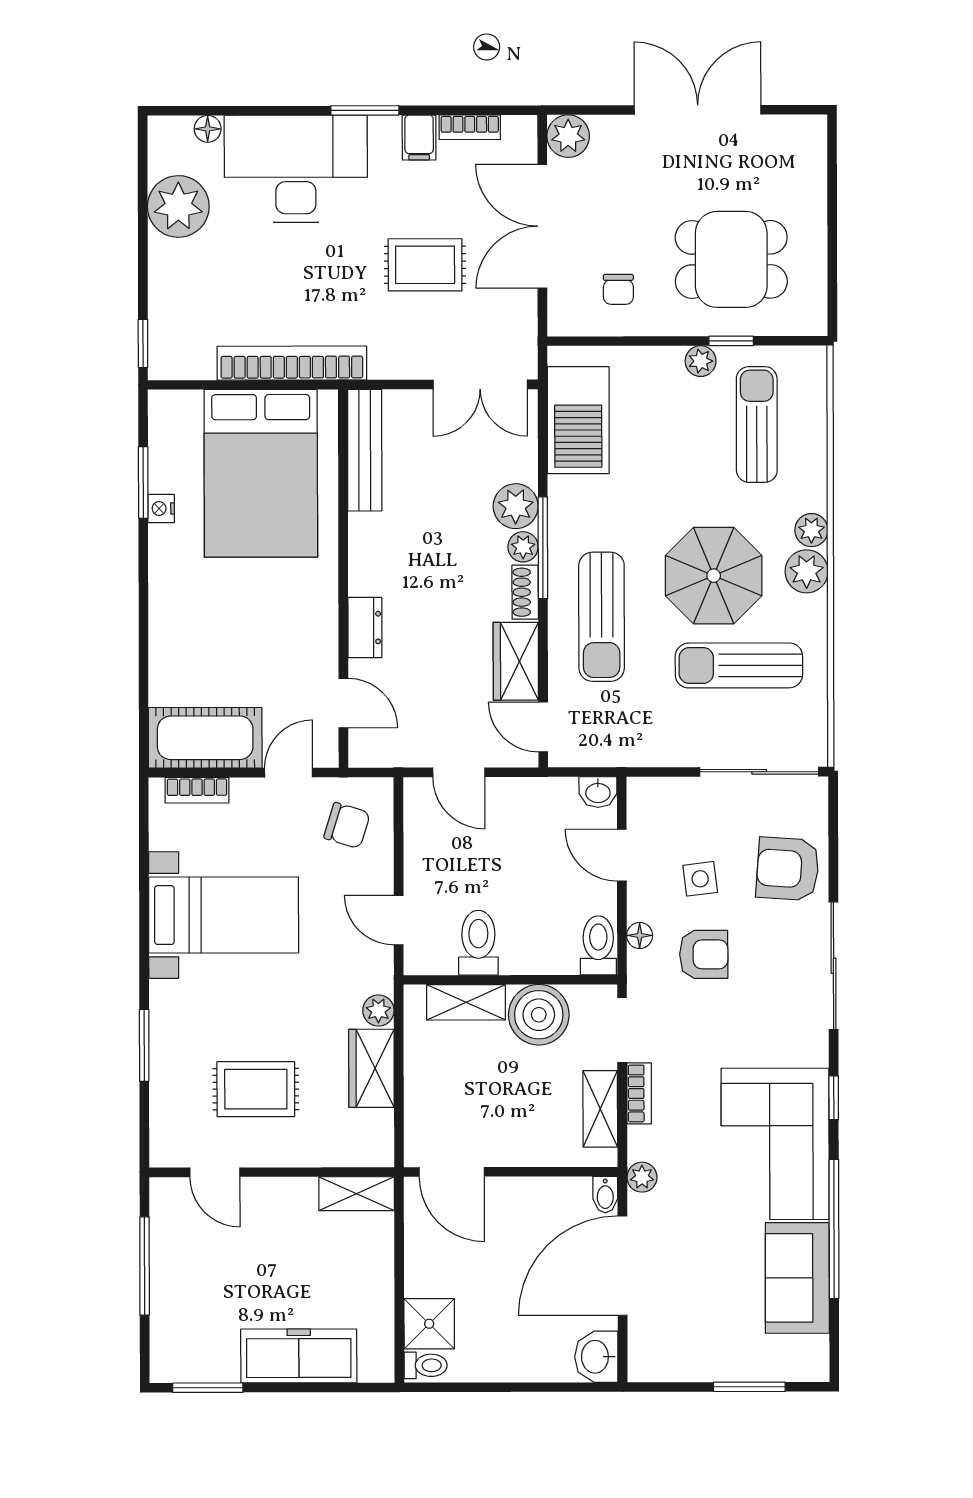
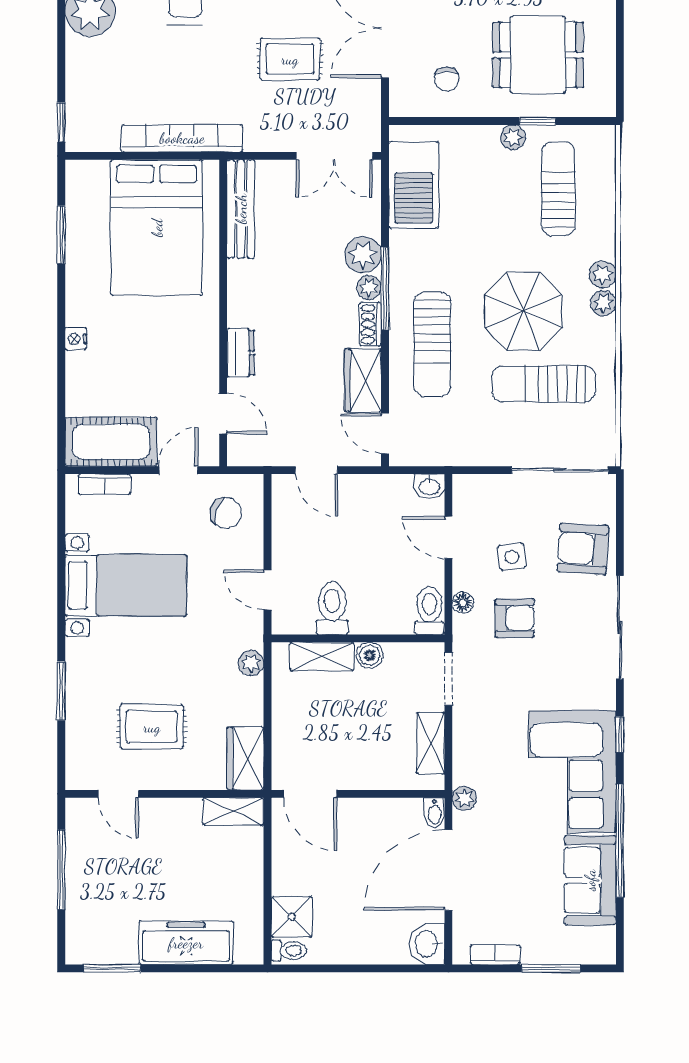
nightstand: (161, 508) -> (76, 339), moved
plant: (807, 571) -> (603, 303), width x0.73, depth x0.73
boiler: (539, 1015) -> (370, 655), width x0.54, depth x0.54
wardrobe: (371, 1068) -> (245, 758), moved
bookcase: (639, 1093) -> (495, 955), moved, turned -90

